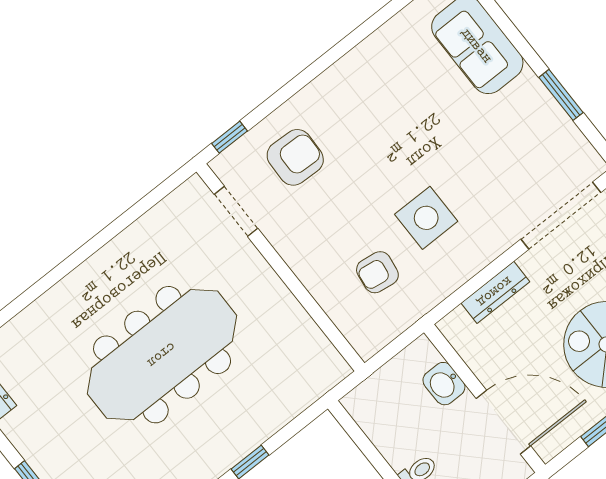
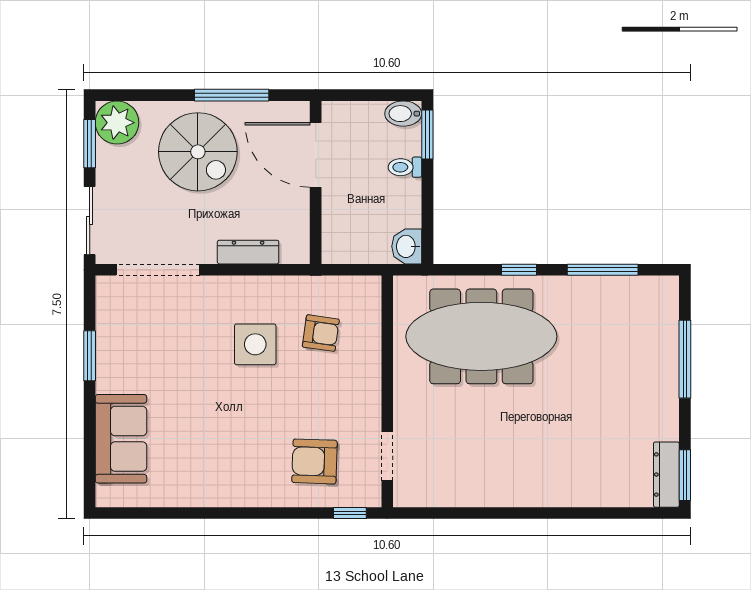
meeting table: (162, 355) -> (481, 336), moved
washbasin: (444, 384) -> (407, 246), moved, turned 180

